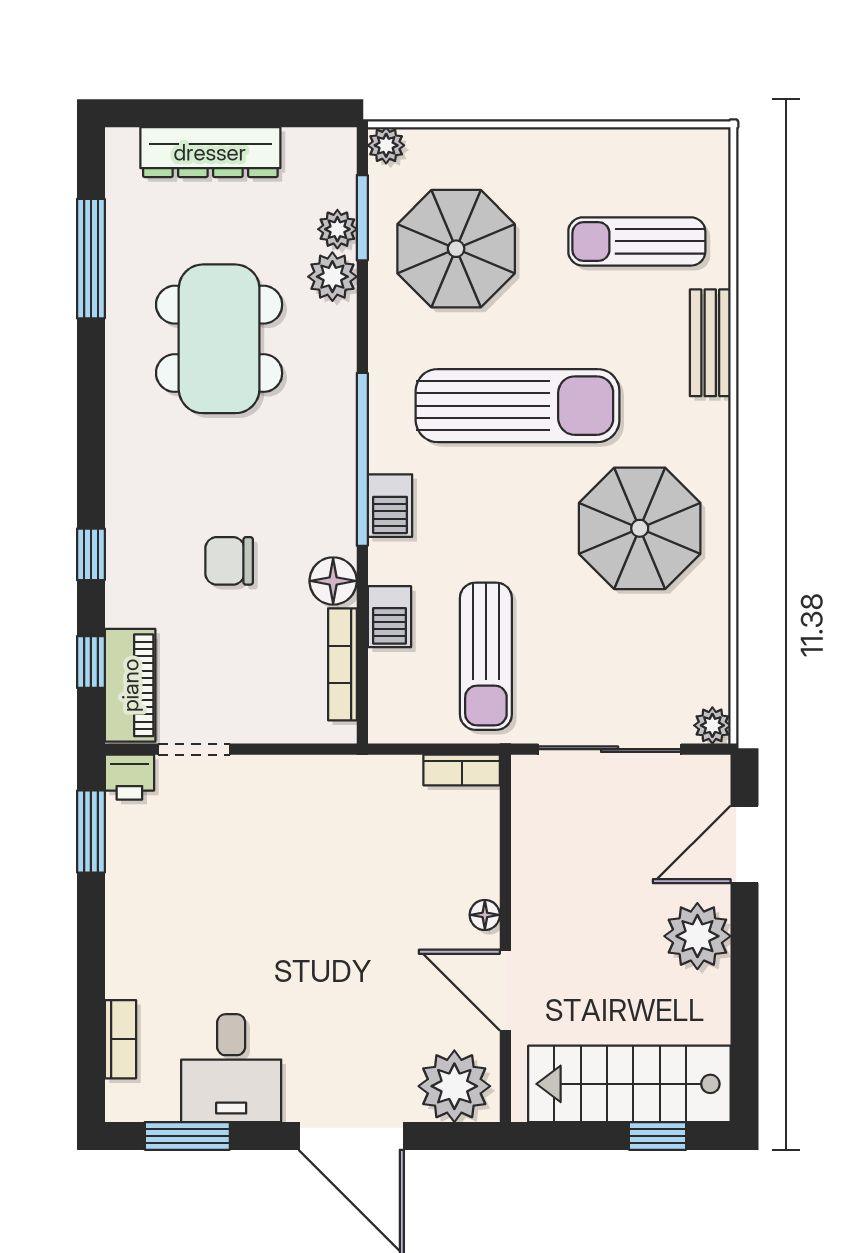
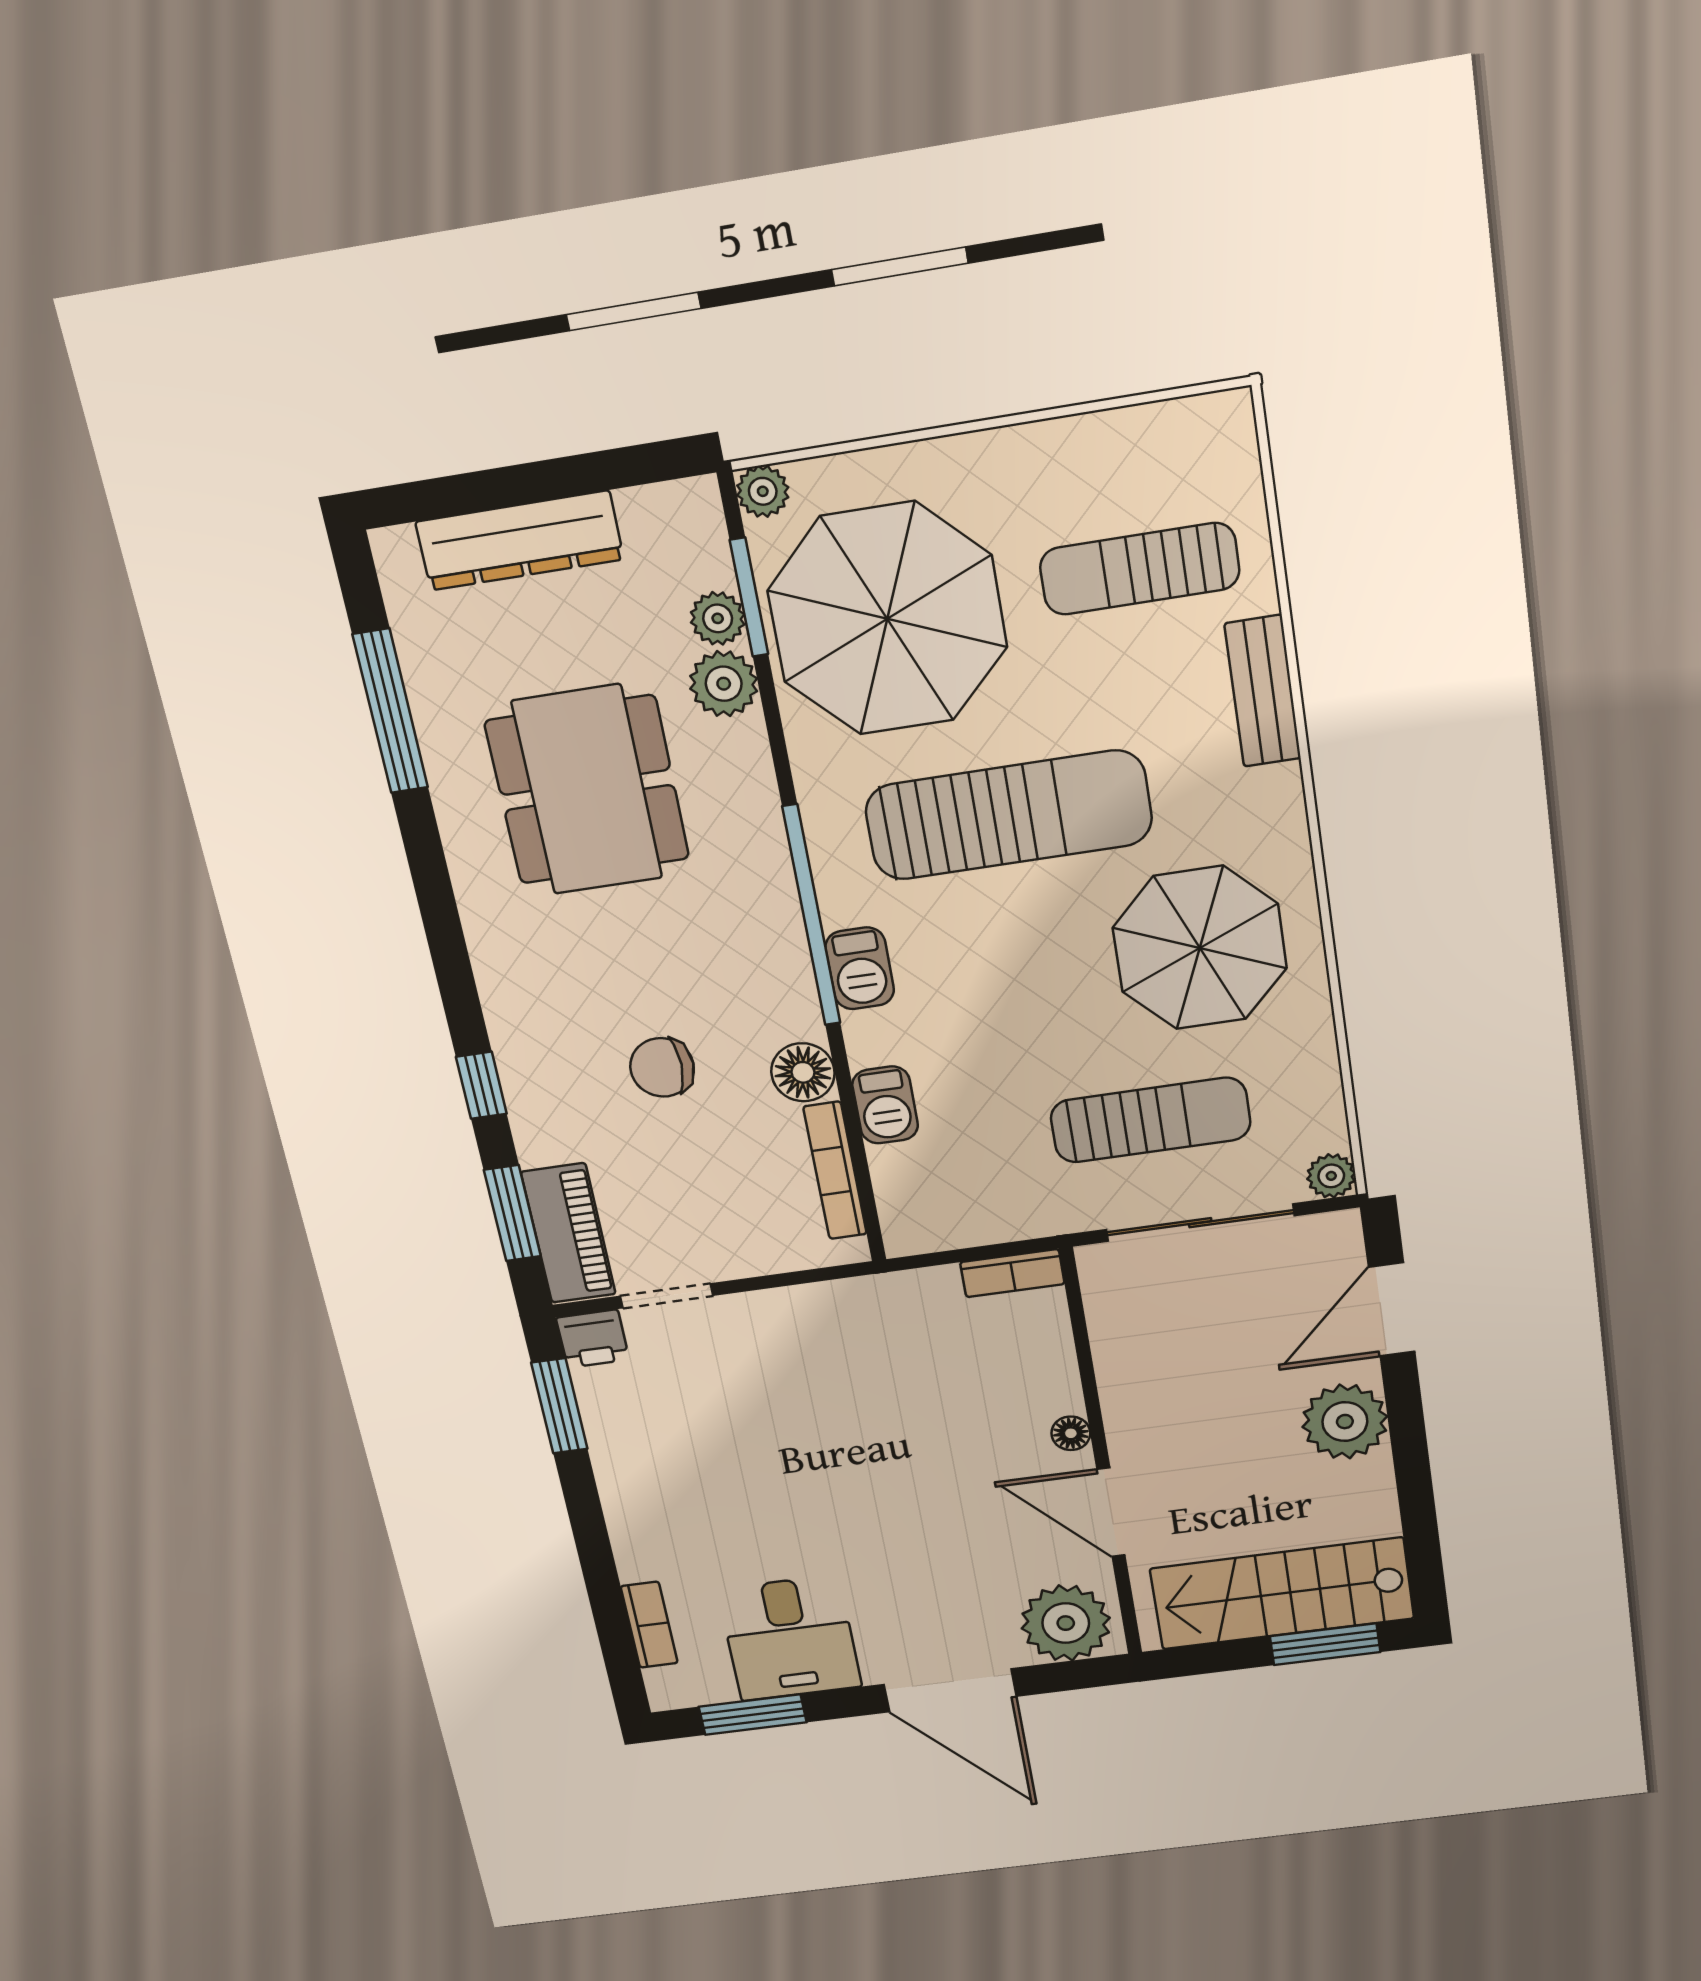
parasol: (456, 249) -> (887, 619), width x1.36, depth x1.36
sun lounger: (486, 656) -> (1151, 1120), moved, turned -90
window: (91, 662) -> (512, 1213), width x1.50
window: (658, 1136) -> (1325, 1644), width x1.50

